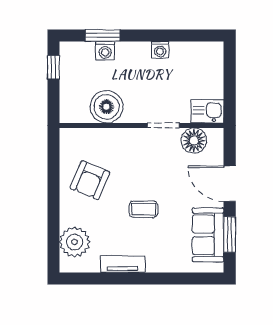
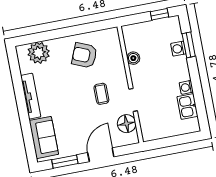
boiler: (106, 107) -> (133, 58), width x0.54, depth x0.54
kitchen sink: (207, 111) -> (187, 107), moved, turned 180
coffee table: (144, 209) -> (101, 94), moved
sofa: (208, 235) -> (44, 137), moved, turned 90
tv unit: (123, 264) -> (31, 96), width x1.41

